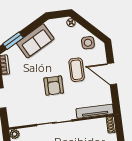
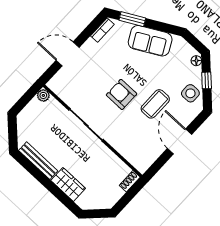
window: (88, 26) -> (207, 80), added
armchair: (54, 86) -> (122, 94), turned 90
tv unit: (95, 111) -> (130, 155), removed

